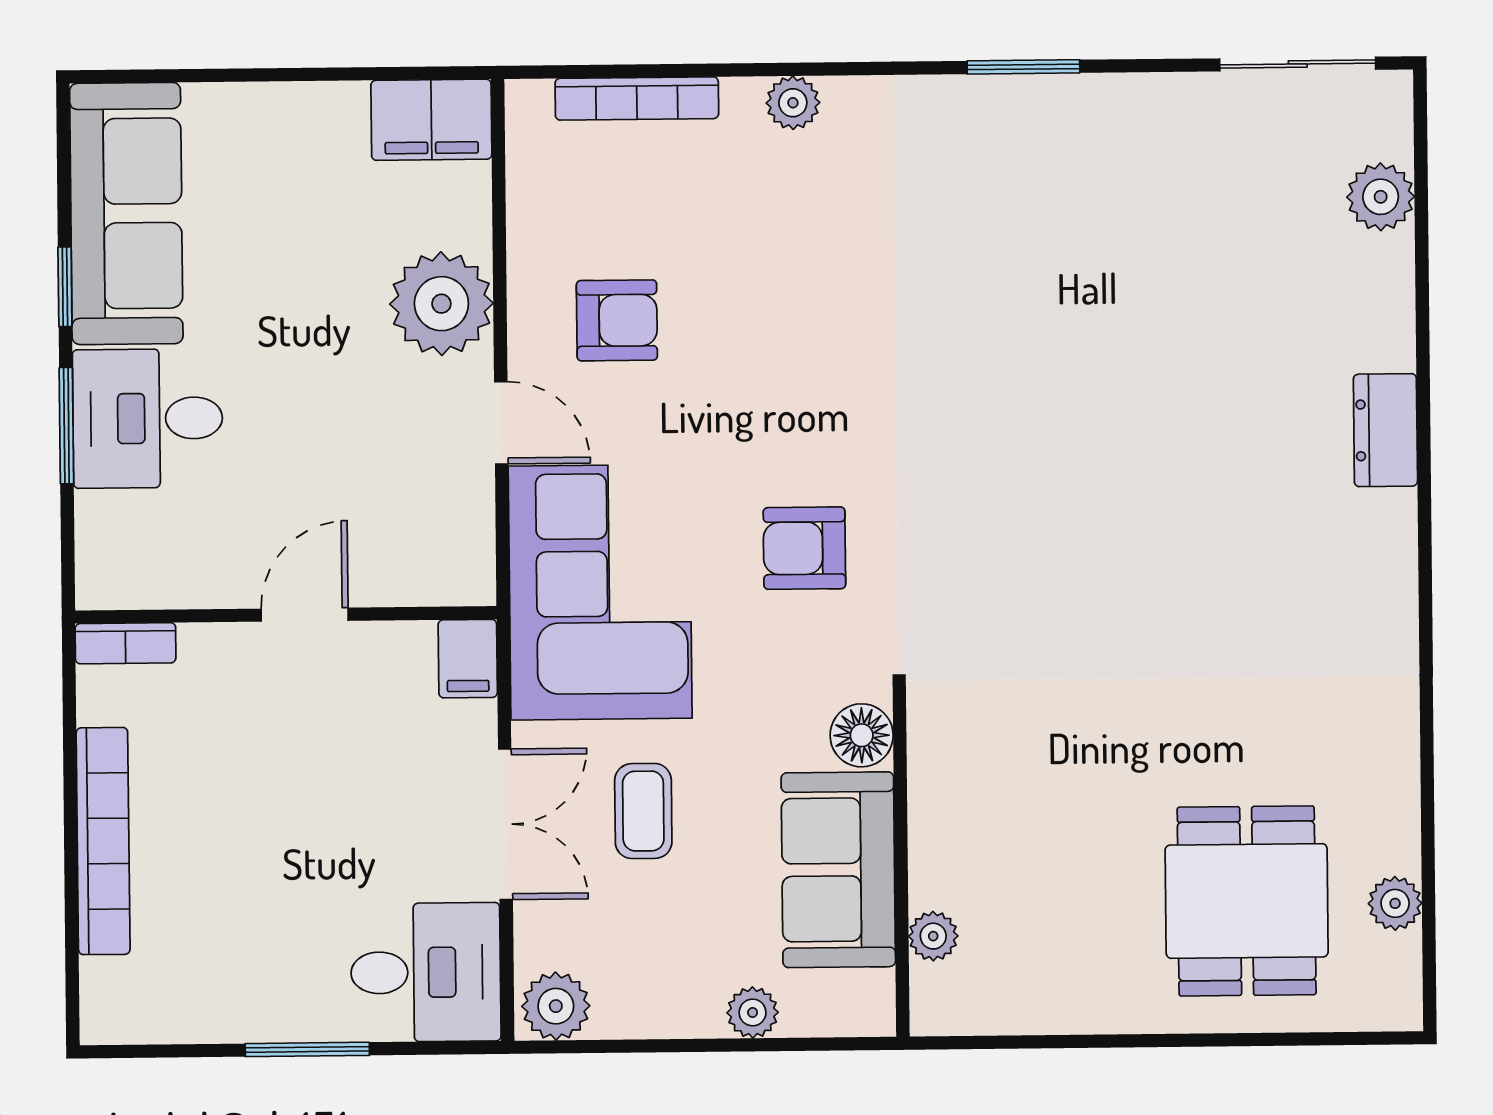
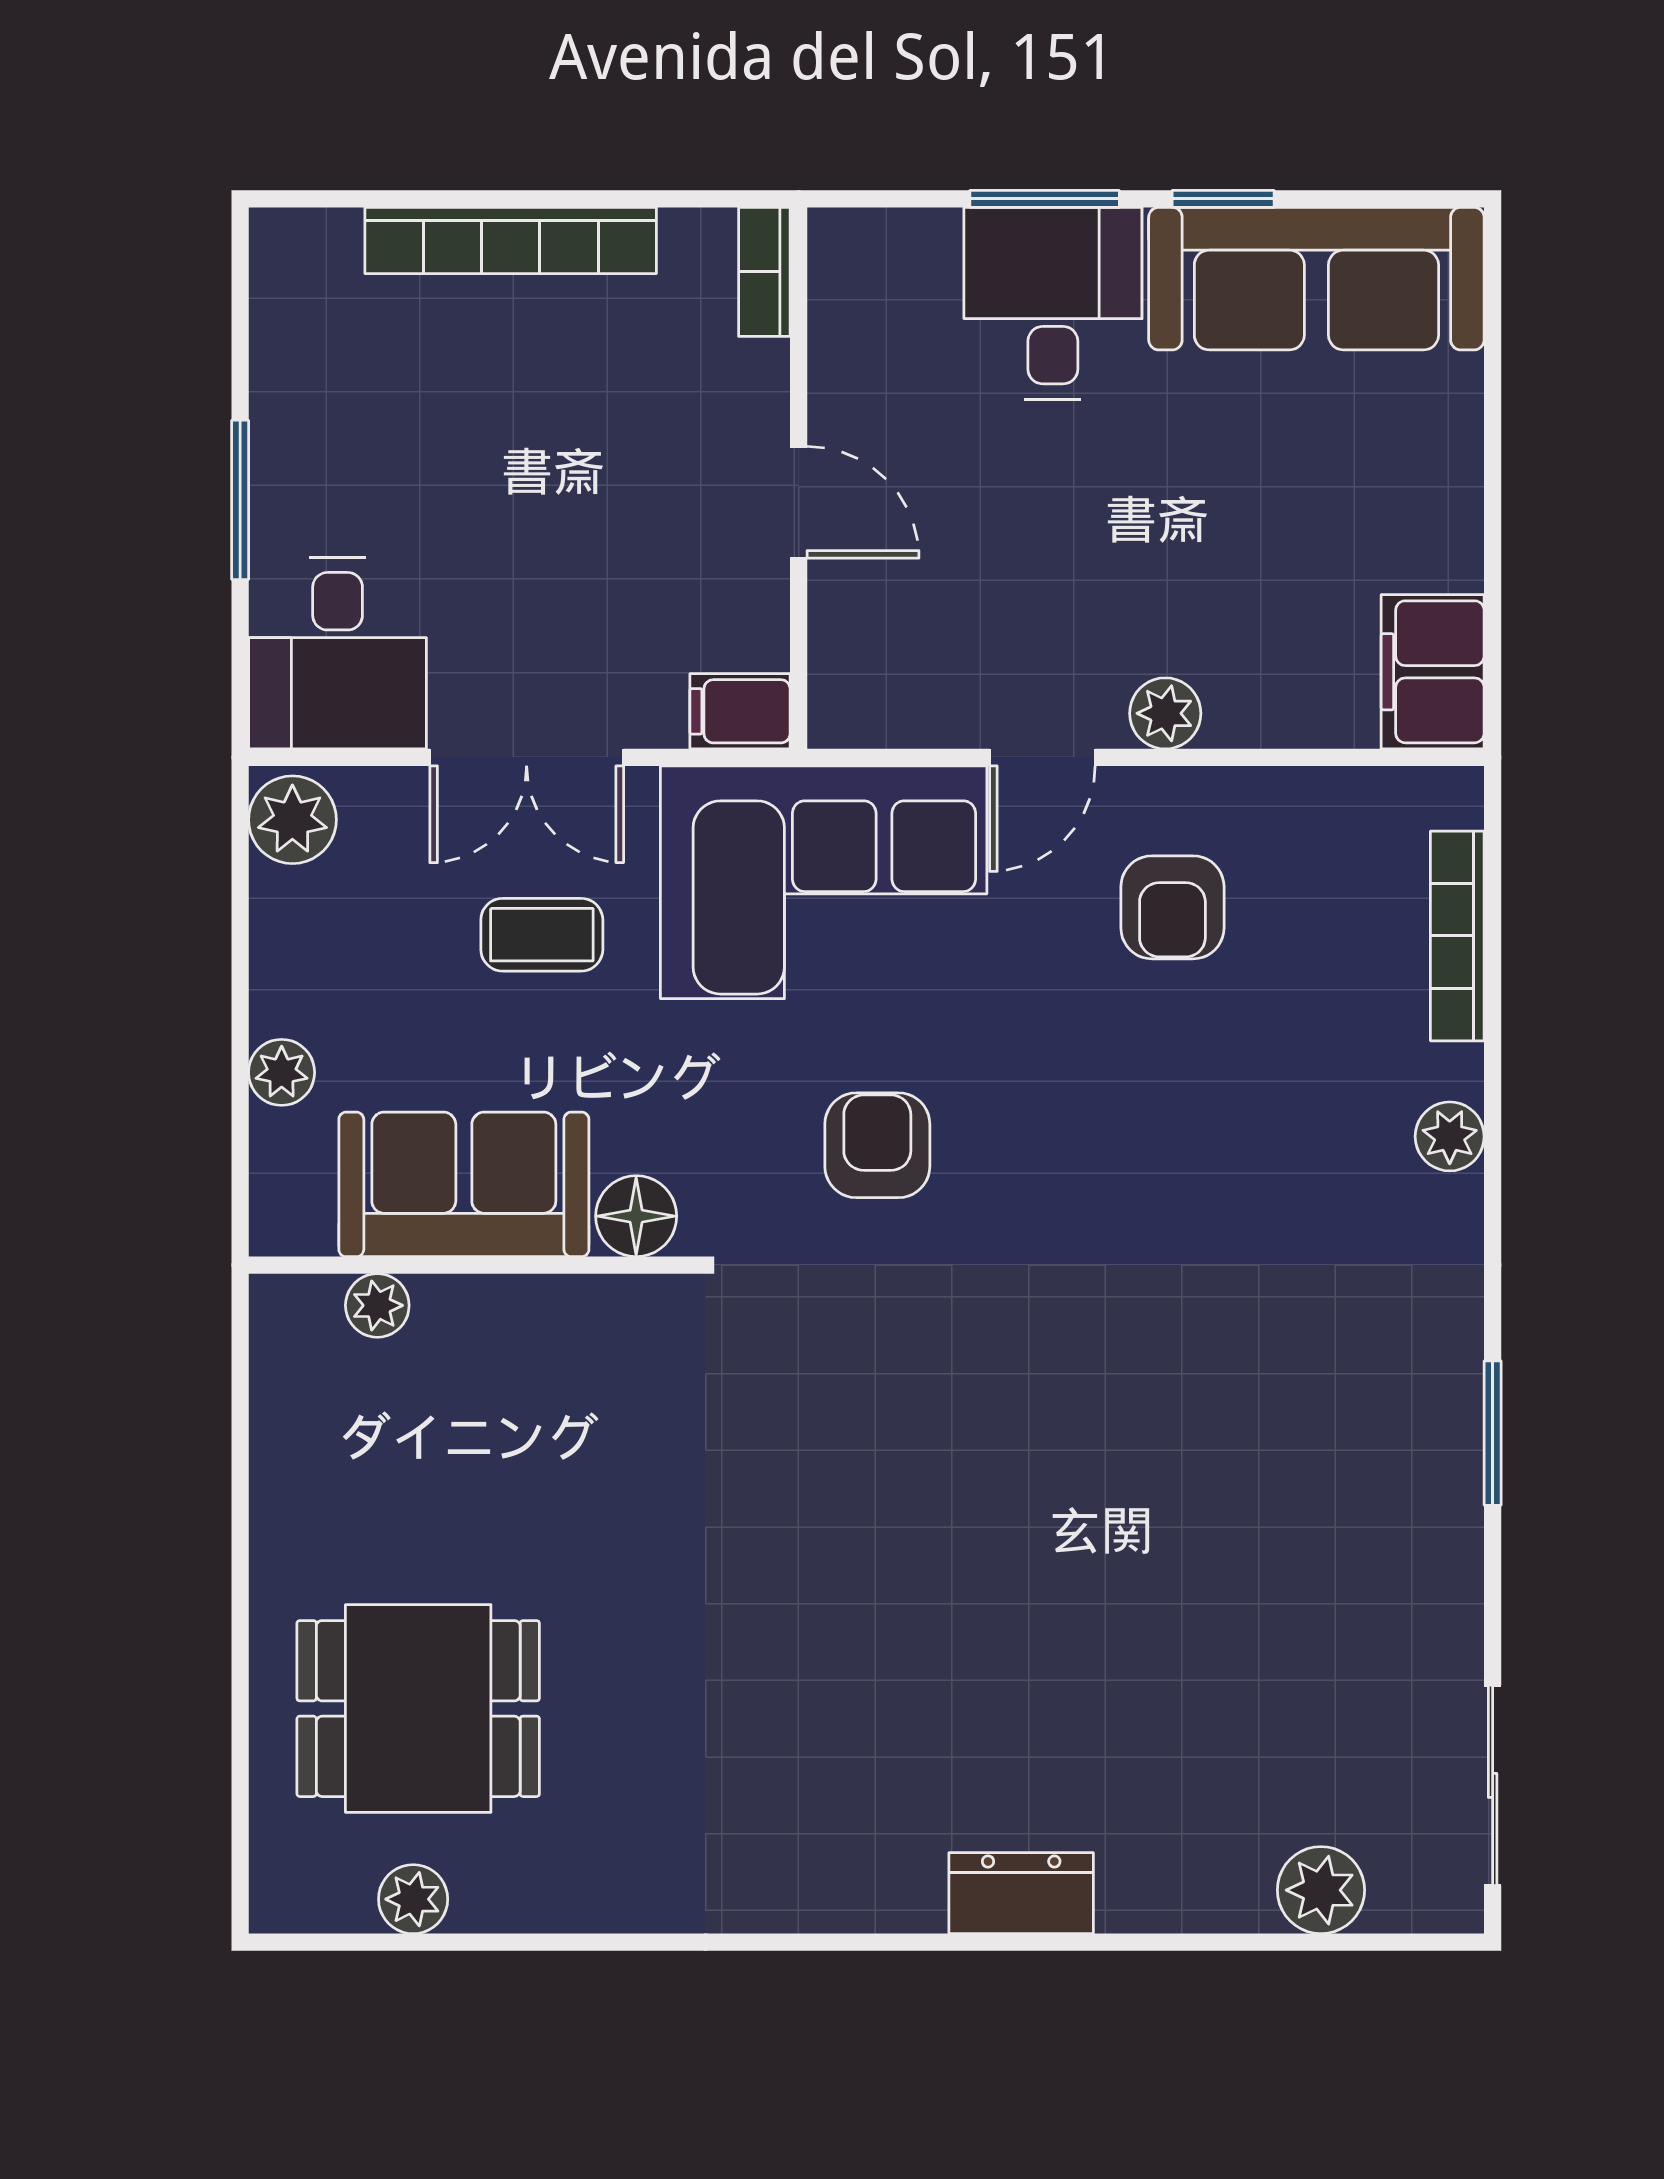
plant: (441, 304) -> (1165, 713), width x0.53, depth x0.53

